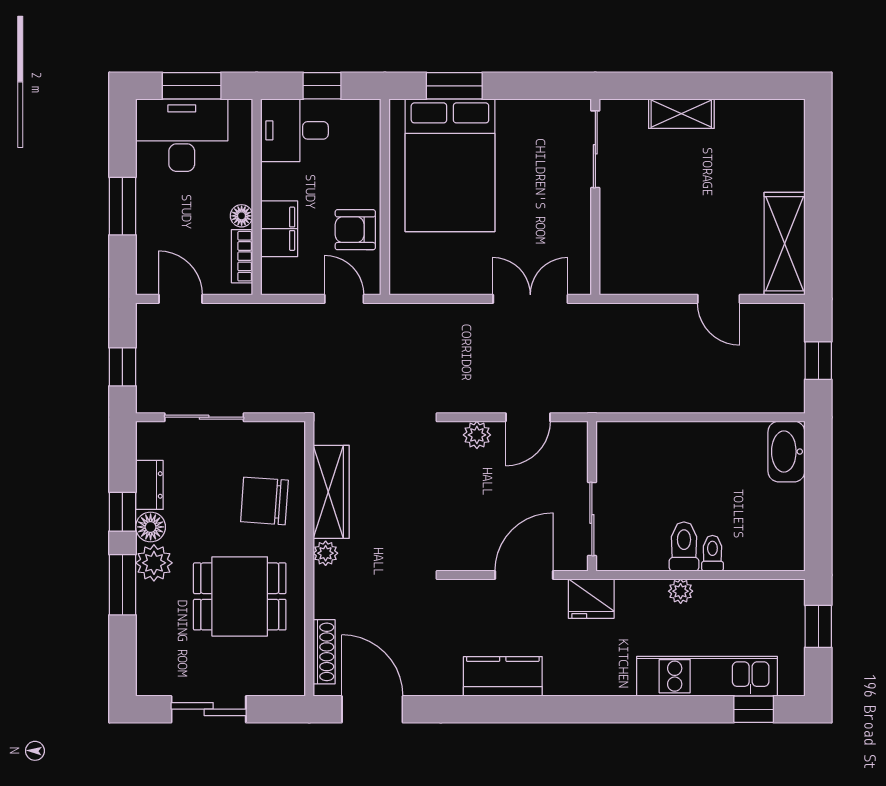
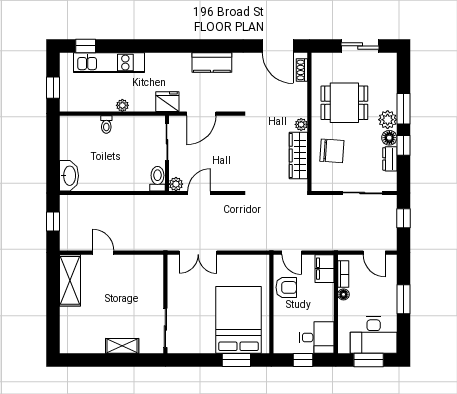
filing cabinet: (279, 229) -> (325, 269), moved
plant: (477, 435) -> (176, 184), moved
toilet: (684, 546) -> (157, 179), moved, turned 180
shoe rack: (324, 652) -> (302, 70), width x0.70

